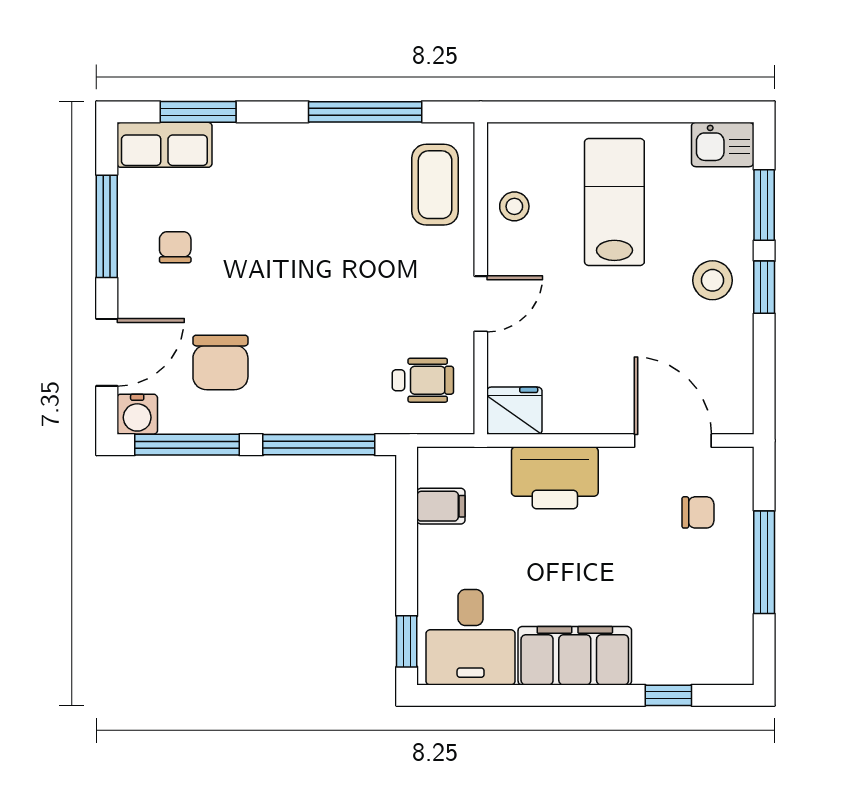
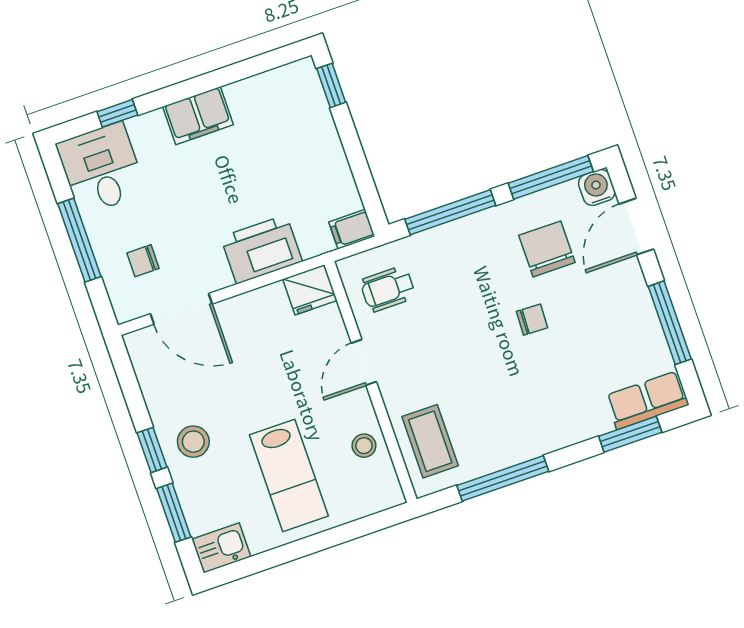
chair: (175, 247) -> (532, 320), moved, turned -88
filing cabinet: (441, 506) -> (352, 229), moved
desk: (471, 637) -> (101, 169), moved
filing cabinet: (575, 656) -> (198, 116), width x0.67, depth x0.86

